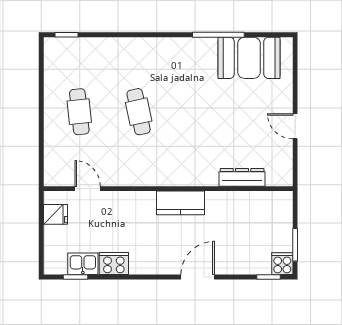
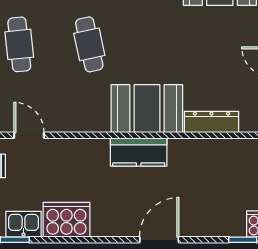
booth: (187, 166) -> (147, 109), added
cooker: (114, 264) -> (66, 220), width x1.37, depth x1.31

